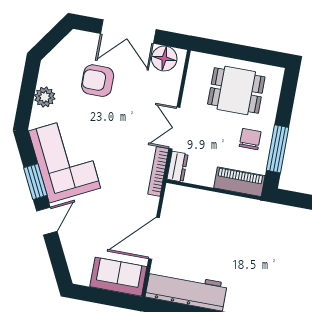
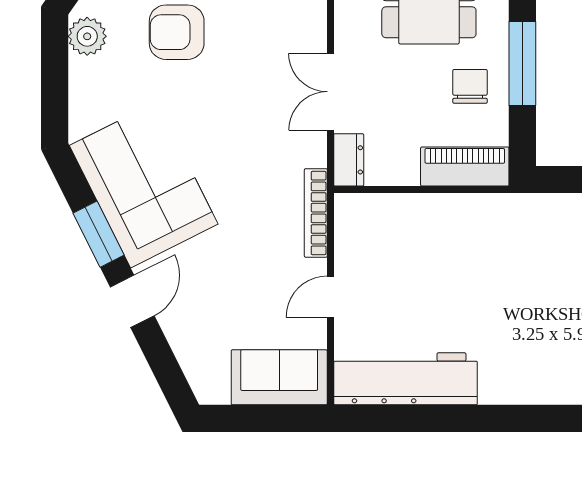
plant: (45, 97) -> (87, 36), moved
window: (277, 149) -> (522, 63), moved
bookcase: (158, 171) -> (316, 213), moved
door: (154, 238) -> (331, 297), width x0.53

